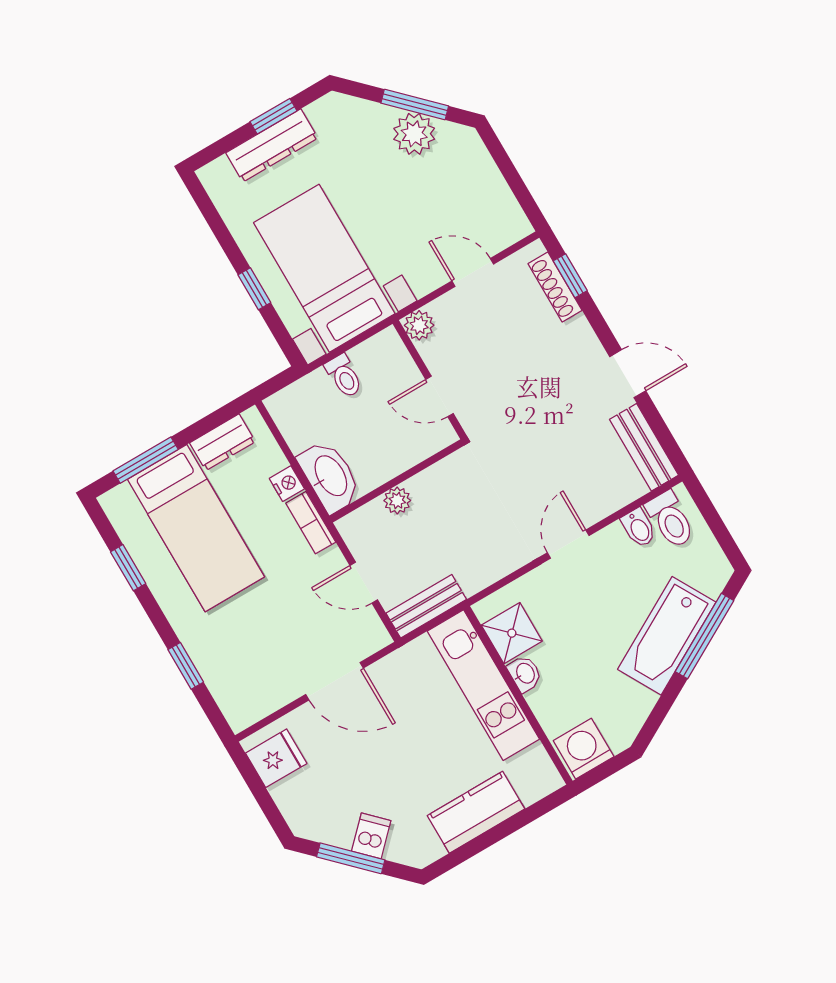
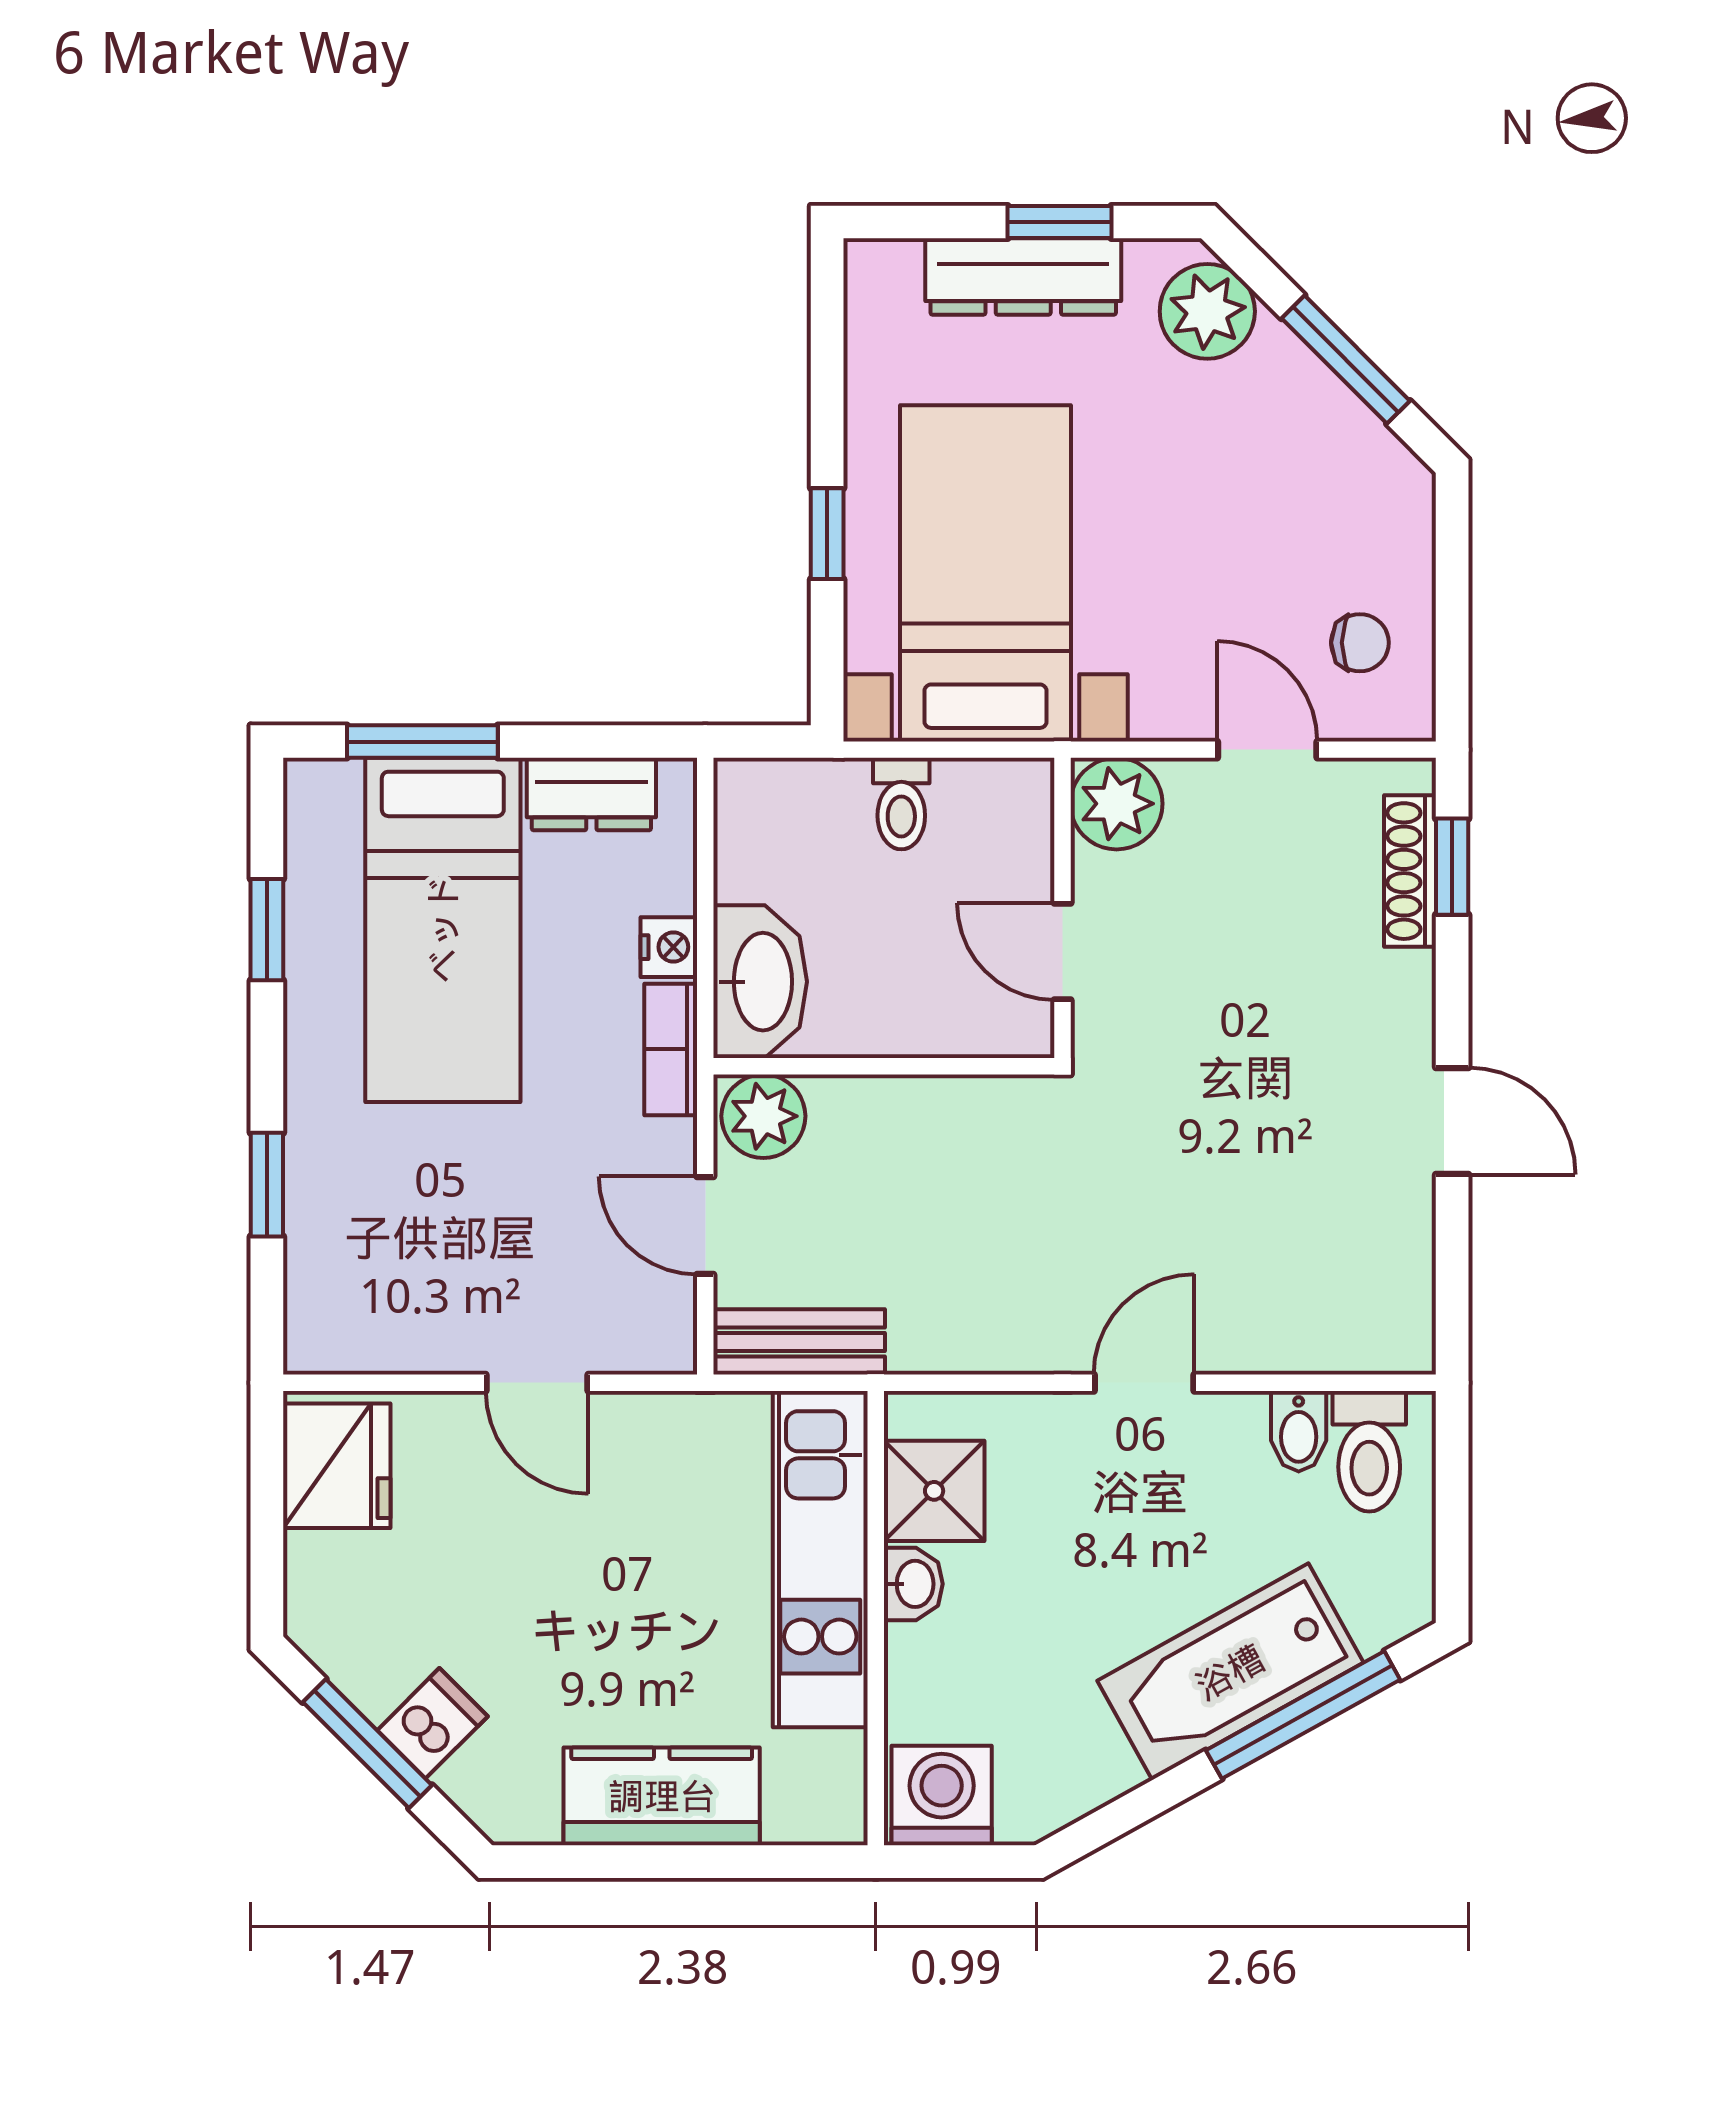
plant: (414, 134) -> (1207, 311), moved
chair: (484, 210) -> (1360, 643), added
plant: (419, 325) -> (1116, 804), width x1.38, depth x1.38
bench: (644, 447) -> (1400, 1282), removed
plant: (397, 501) -> (763, 1116), moved, width x1.38, depth x1.38
door: (334, 681) -> (537, 1383), width x0.73
fridge: (276, 758) -> (337, 1466), width x1.38

